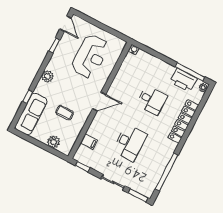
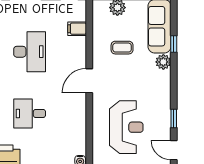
reception desk: (90, 56) -> (126, 127), turned 180
plant: (47, 76) -> (163, 62), moved
desk: (130, 143) -> (30, 52), turned 180

